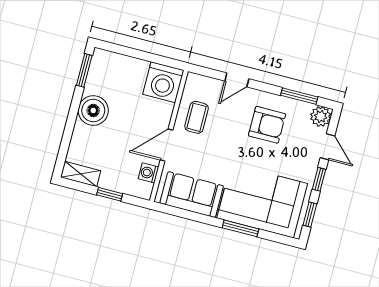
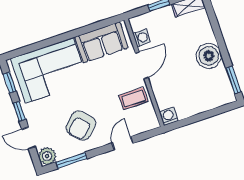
washing machine: (163, 82) -> (169, 116), width x0.53, depth x0.53
coffee table: (197, 117) -> (133, 98), turned 90
armchair: (267, 125) -> (81, 126), turned -43
window: (240, 228) -> (52, 41), removed

